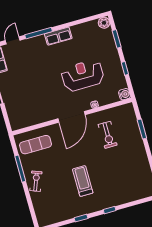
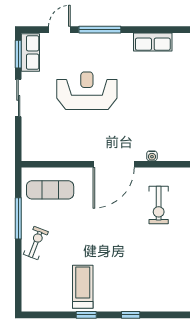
row of seats: (58, 36) -> (153, 42), moved
reception desk: (83, 75) -> (87, 91), moved
treadmill: (83, 181) -> (83, 287), moved

